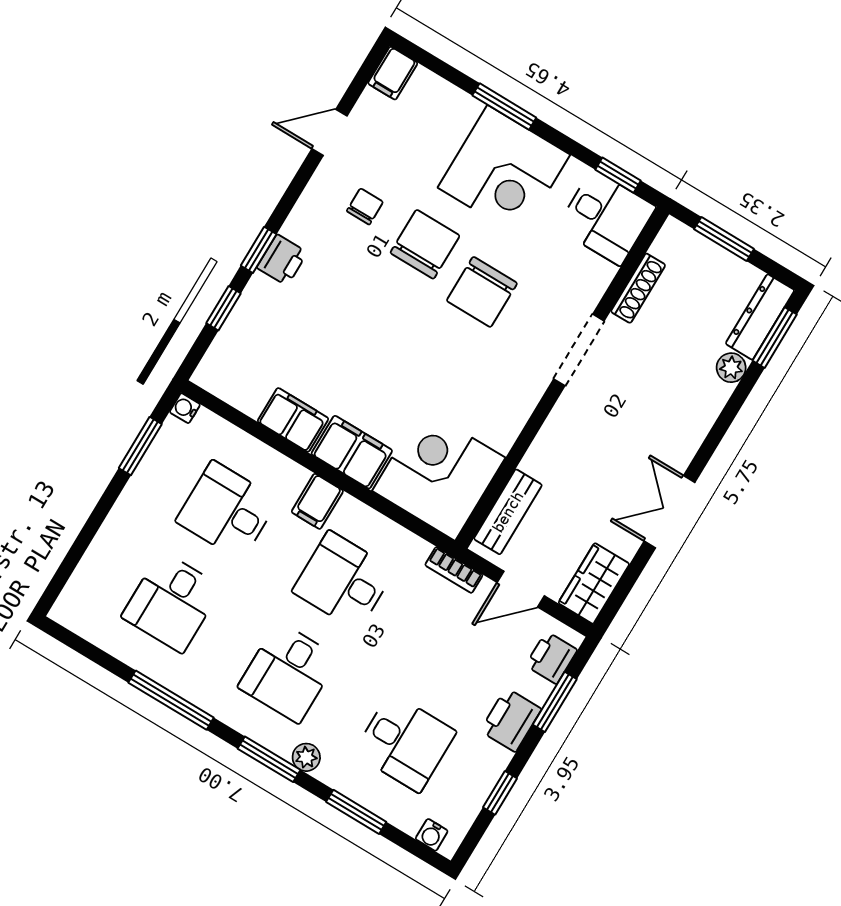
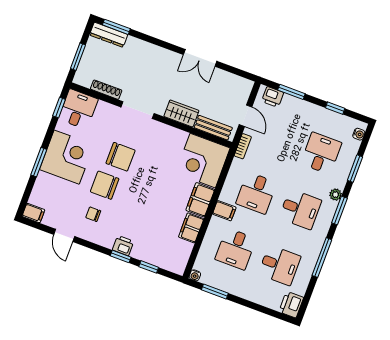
plant: (731, 368) -> (133, 43), removed
wardrobe: (594, 583) -> (181, 113), moved, turned 180
printer: (511, 720) -> (291, 305), moved, turned 90

